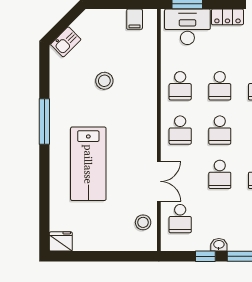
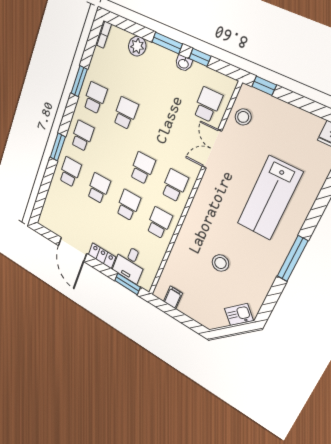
desk: (187, 27) -> (130, 264), width x0.73
lab bench: (88, 164) -> (269, 198), turned 180
school desk: (220, 174) -> (157, 129), removed
window: (137, 256) -> (264, 86), added

